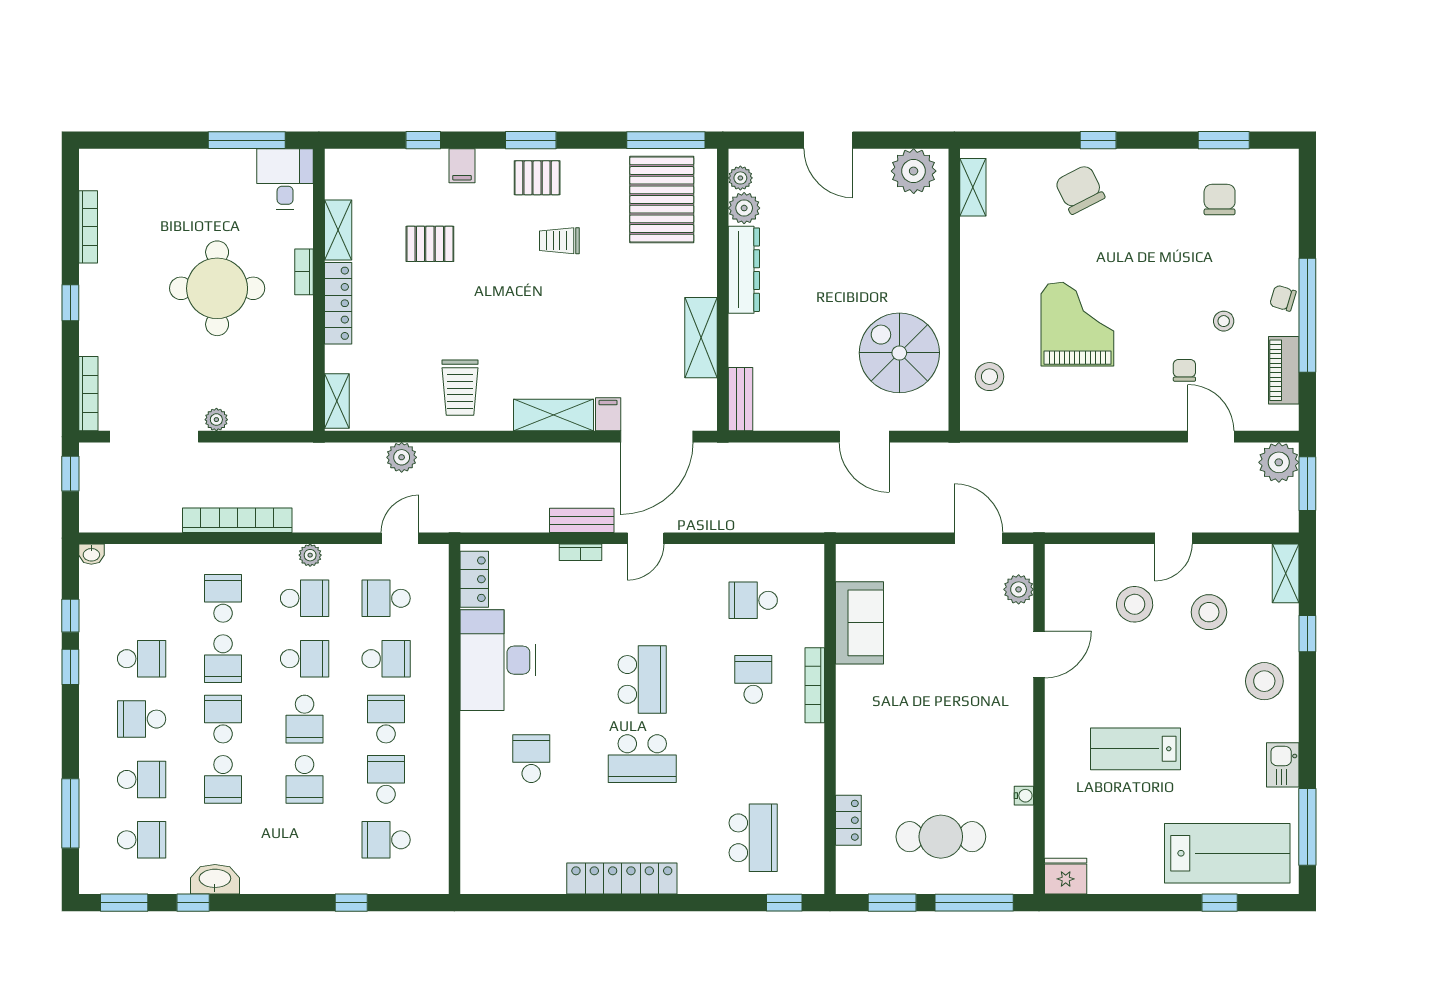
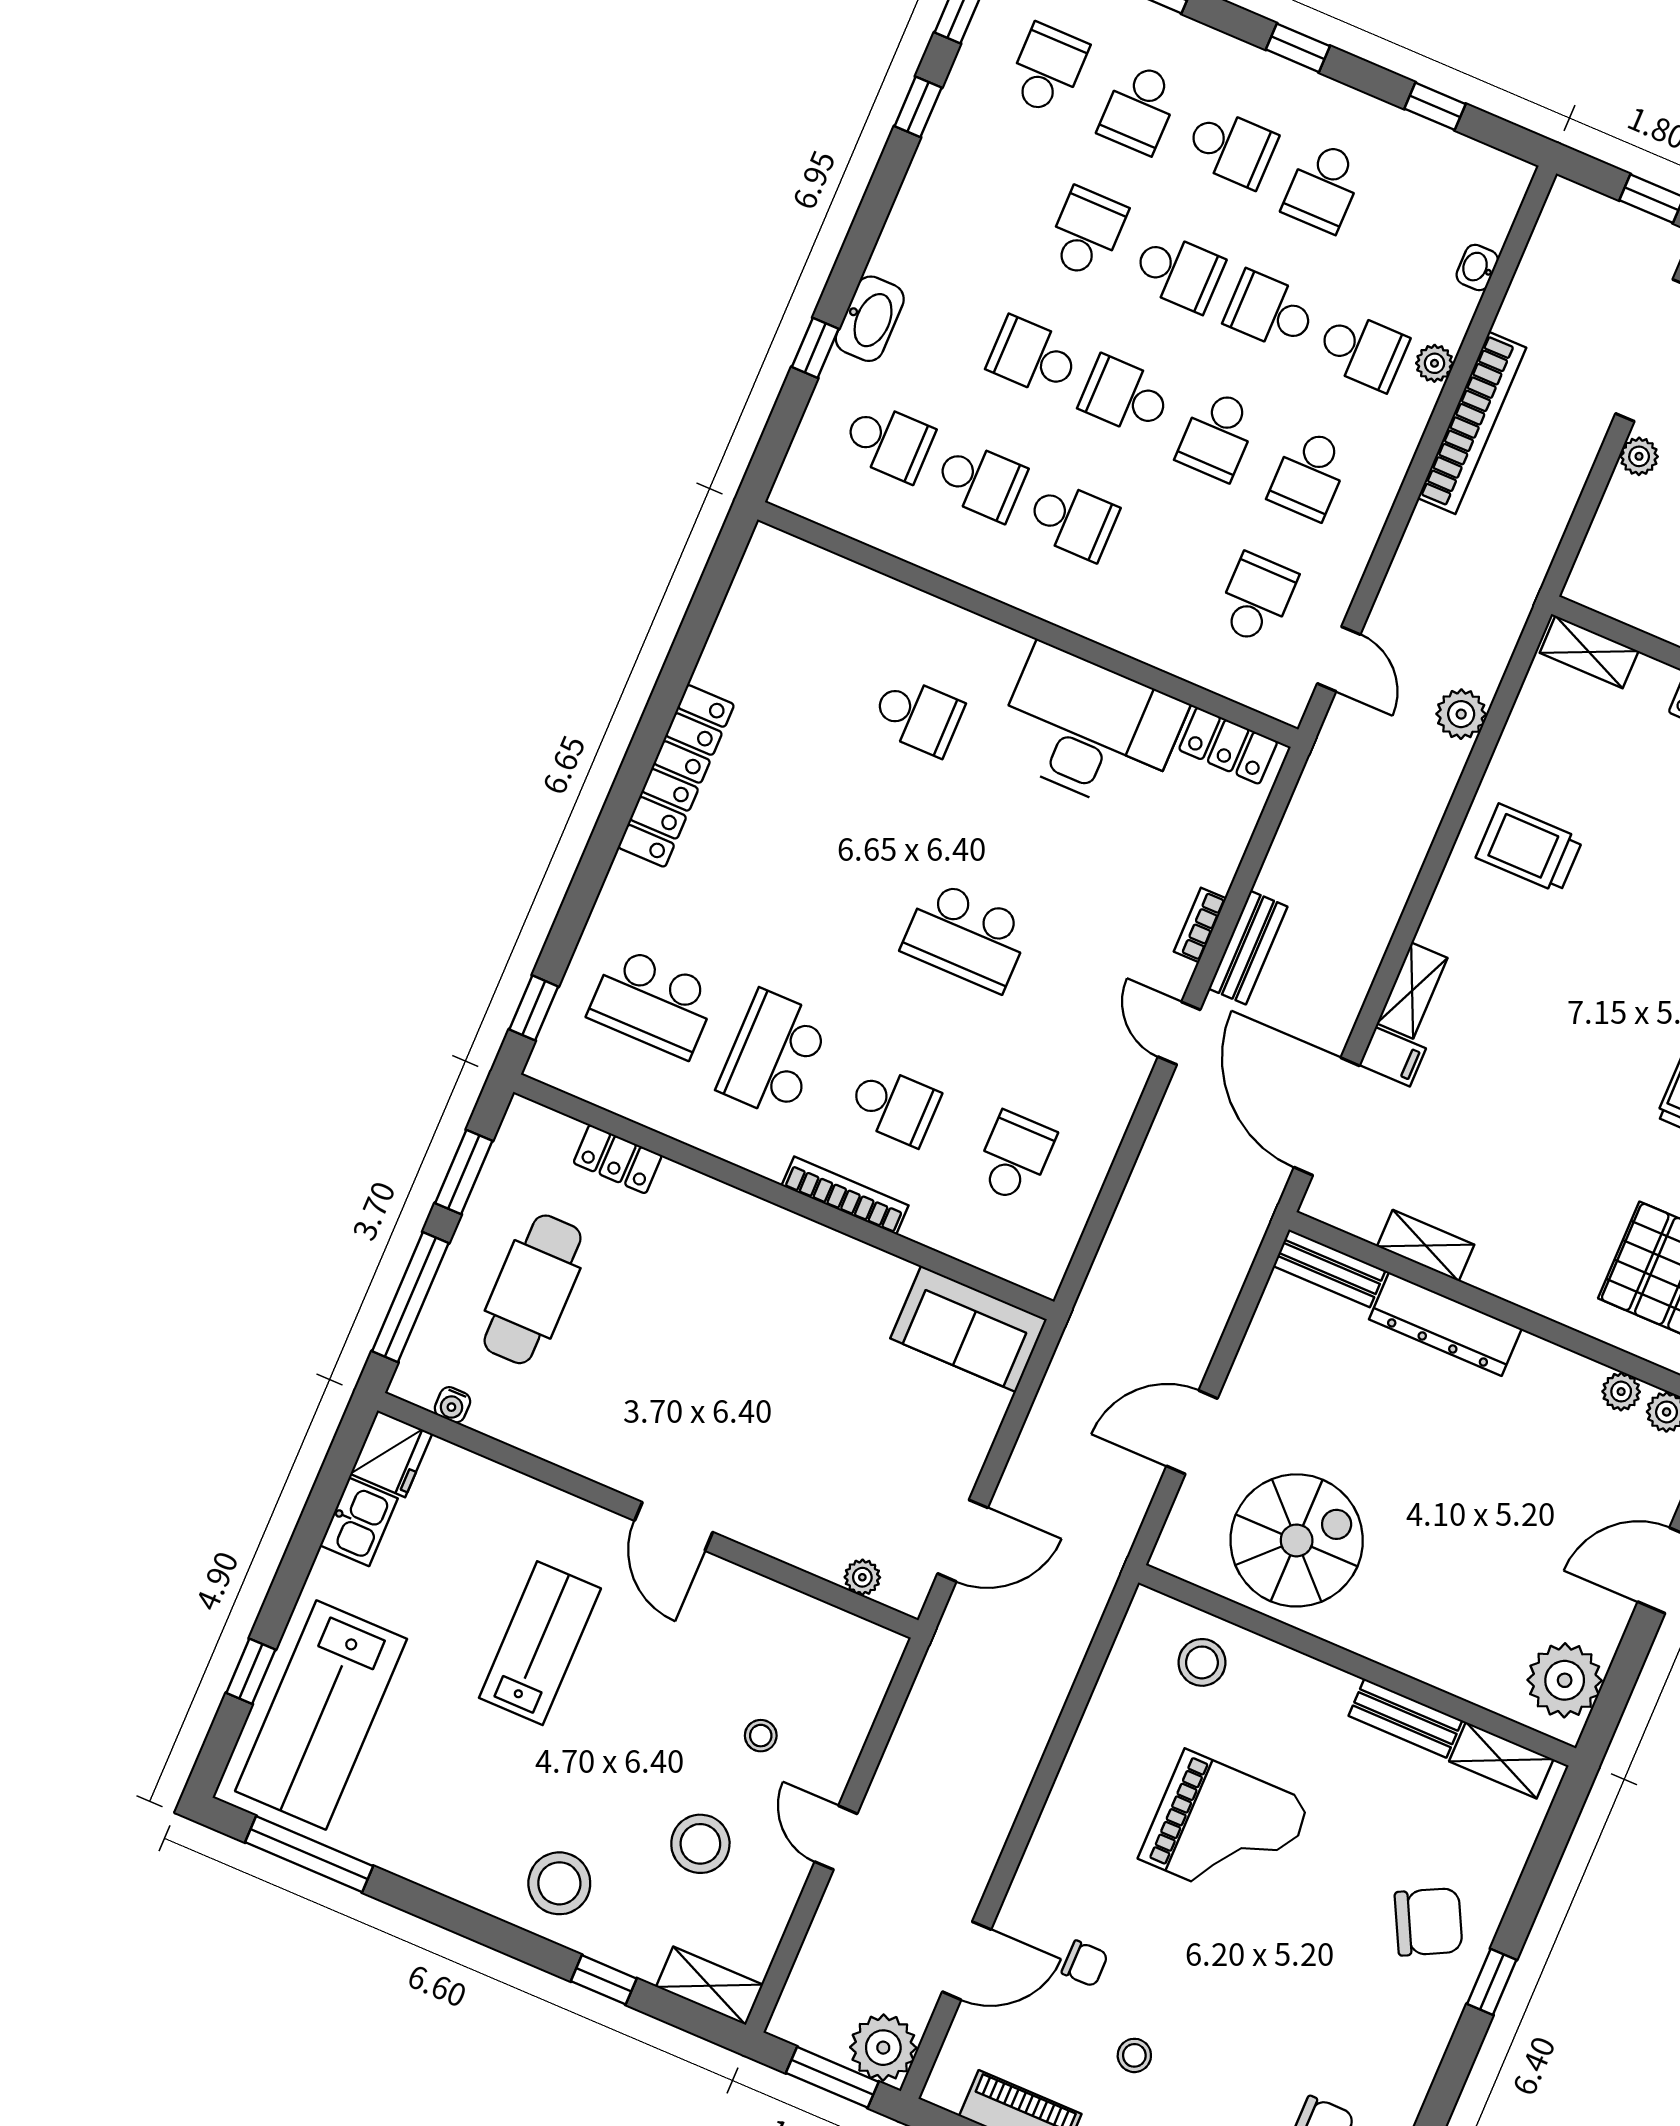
plant: (744, 208) -> (1621, 1392), width x0.73, depth x0.73
bench: (972, 250) -> (1405, 1718), added
dresser: (744, 270) -> (1445, 1324), moved
shelving: (701, 338) -> (1426, 1245), width x0.67, depth x0.75
shelving: (553, 415) -> (1412, 991), width x0.67, depth x0.75
washbasin: (91, 554) -> (1477, 268), moved
plant: (310, 555) -> (1434, 363), moved
plant: (1019, 589) -> (862, 1577), width x0.73, depth x0.73
stool: (1135, 604) -> (761, 1736), width x0.53, depth x0.53
sofa: (860, 623) -> (969, 1329), moved
door: (1039, 655) -> (674, 1526), moved
school desk: (386, 659) -> (1164, 559), removed
window: (70, 667) -> (1298, 48), moved
school desk: (142, 719) -> (1231, 148), turned 90
school desk: (642, 759) -> (773, 1054), moved
kitchen sink: (1283, 765) -> (359, 1522), moved, turned 90
school desk: (223, 779) -> (1086, 233), turned 90
water cooler: (1024, 796) -> (452, 1405), moved
school desk: (142, 840) -> (1047, 69), turned 180
school desk: (386, 840) -> (888, 442), turned 90
washbasin: (215, 879) -> (870, 319), moved

